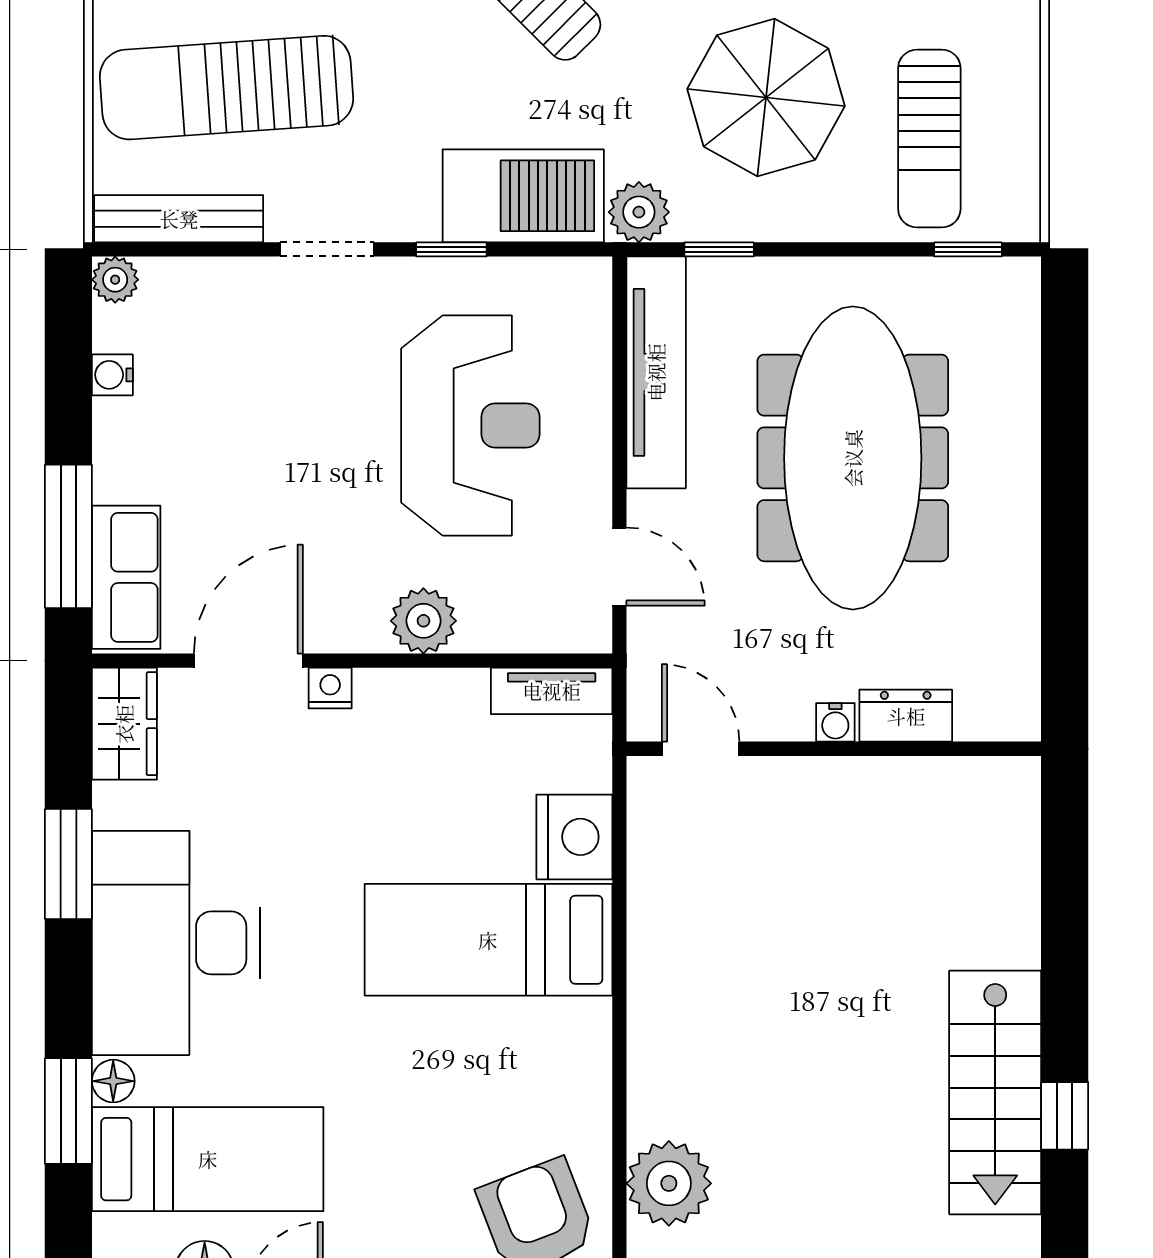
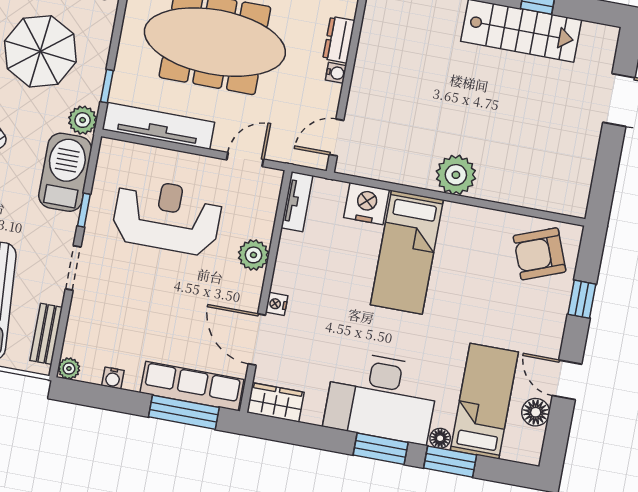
bench: (179, 219) -> (46, 334), width x0.73
row of seats: (126, 577) -> (192, 386), width x1.48
window: (68, 864) -> (381, 449), moved
plant: (669, 1183) -> (456, 175), moved

